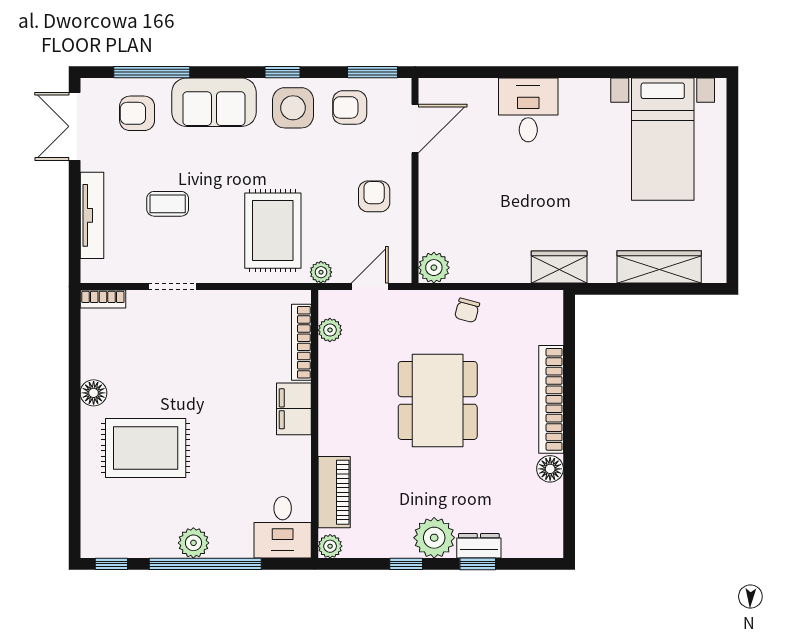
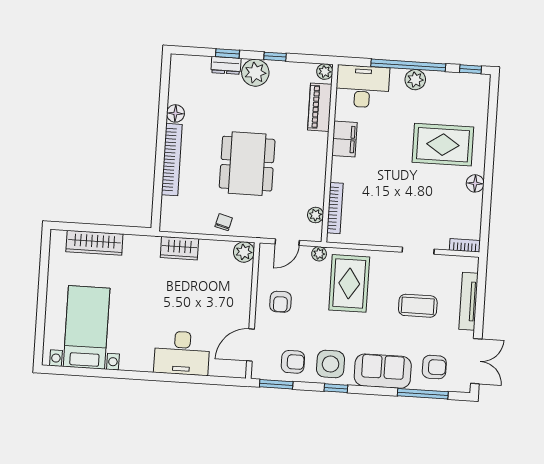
desk: (528, 110) -> (182, 353), width x1.37
coffee table: (168, 204) -> (418, 306), width x1.36, depth x1.30
wardrobe: (559, 267) -> (179, 248), moved
filing cabinet: (294, 409) -> (344, 139), moved
desk: (283, 527) -> (362, 87), width x1.37

